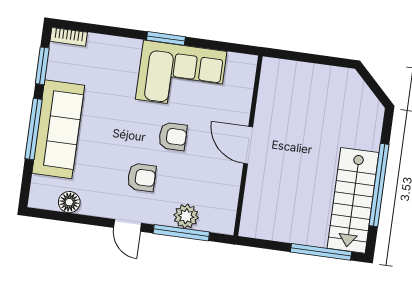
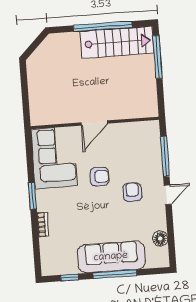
bookcase: (69, 37) -> (43, 225), moved
window: (42, 66) -> (70, 277), width x0.67
corner sofa: (181, 75) -> (54, 157), moved
armchair: (173, 136) -> (99, 177), turned 90
plant: (186, 216) -> (153, 156), removed

